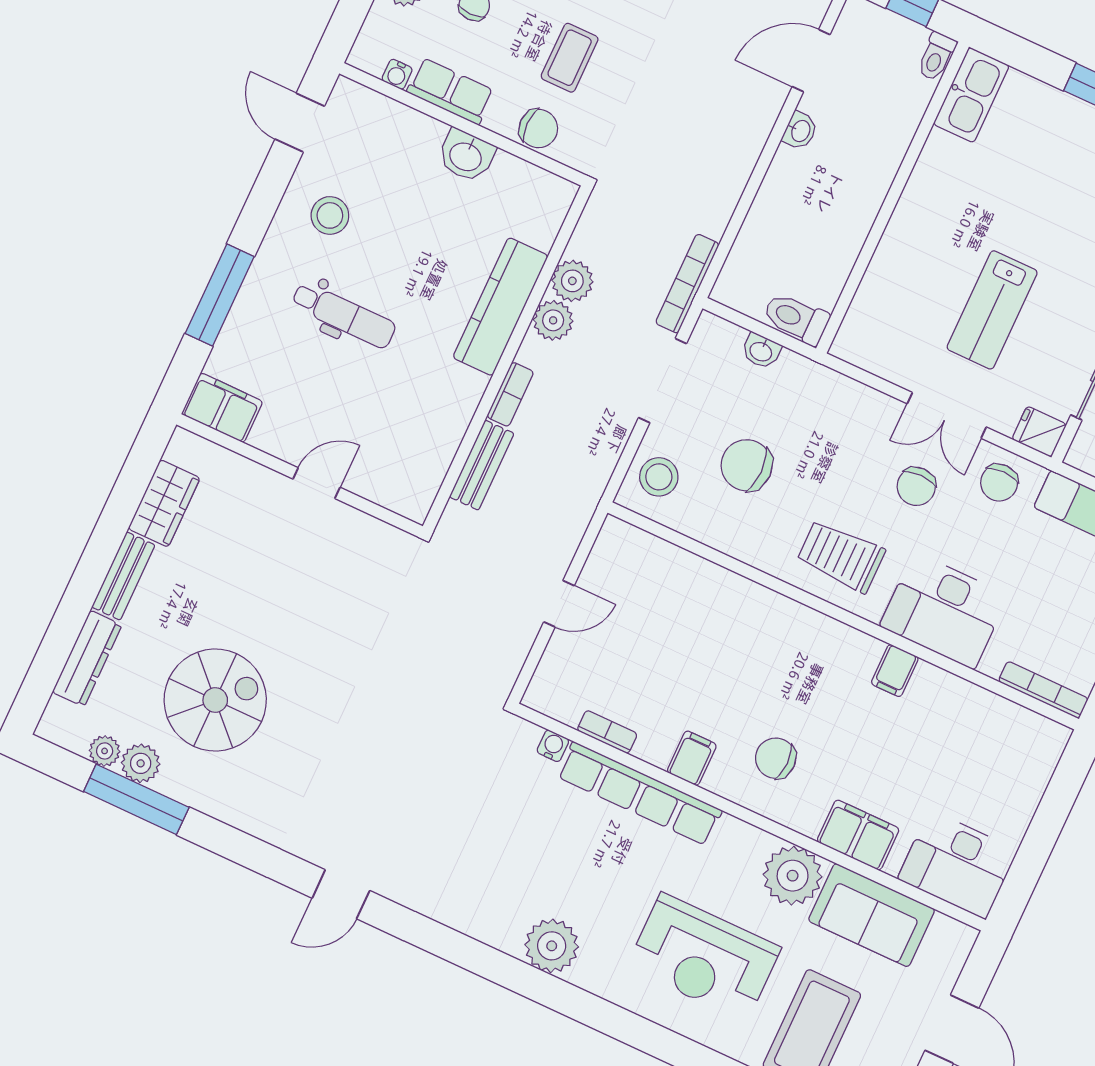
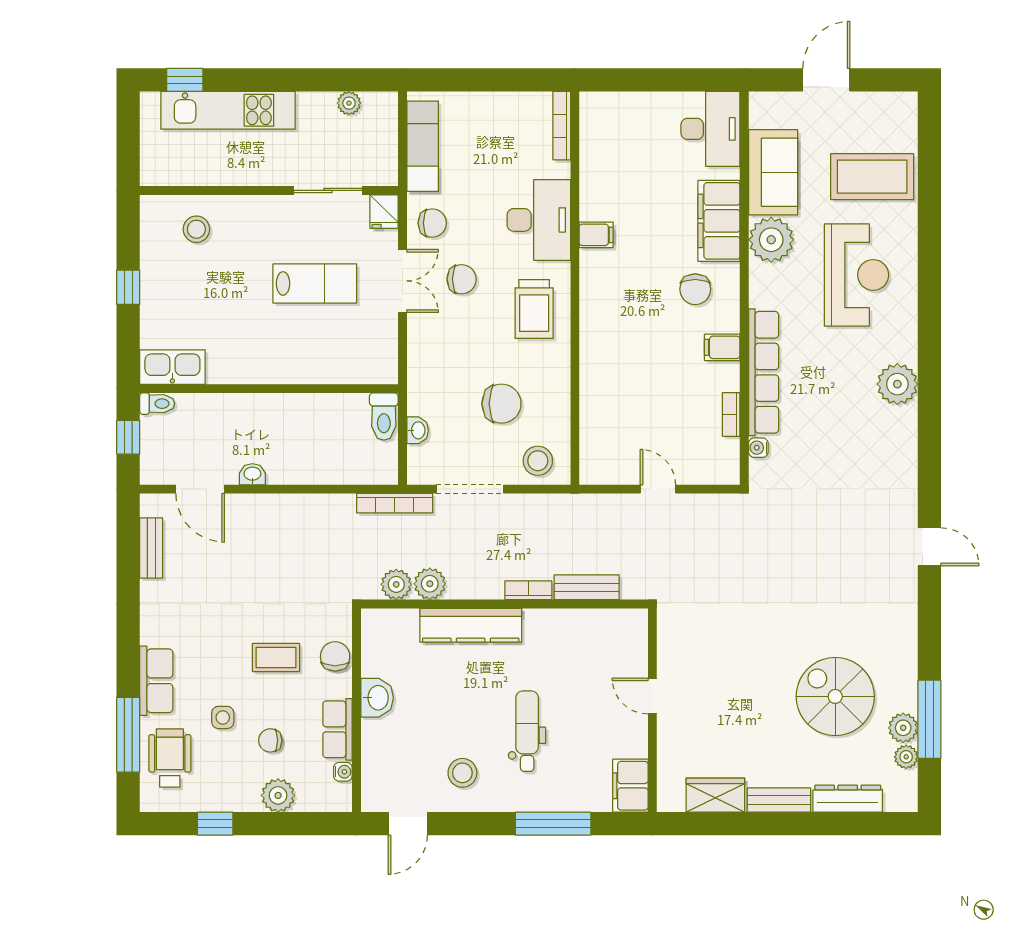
plant: (553, 320) -> (396, 584), moved
chair: (747, 465) -> (501, 404), turned -90
filing cabinet: (858, 835) -> (719, 221), width x1.50, depth x1.17

